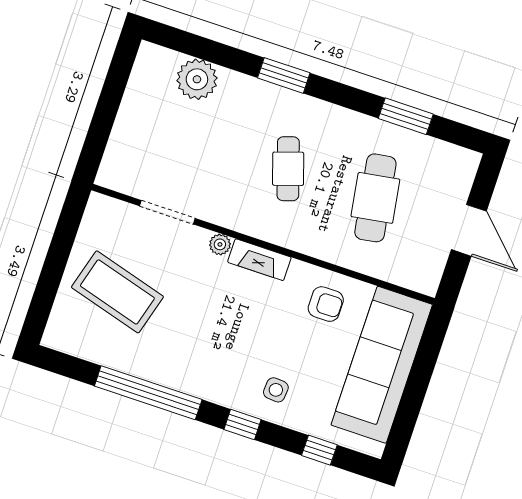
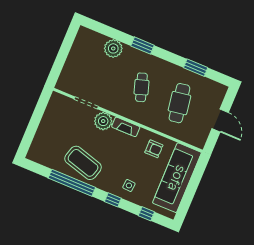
plant: (197, 79) -> (113, 48), moved
plant: (220, 244) -> (103, 121), width x1.88, depth x1.88
coffee table: (117, 292) -> (83, 163), moved

